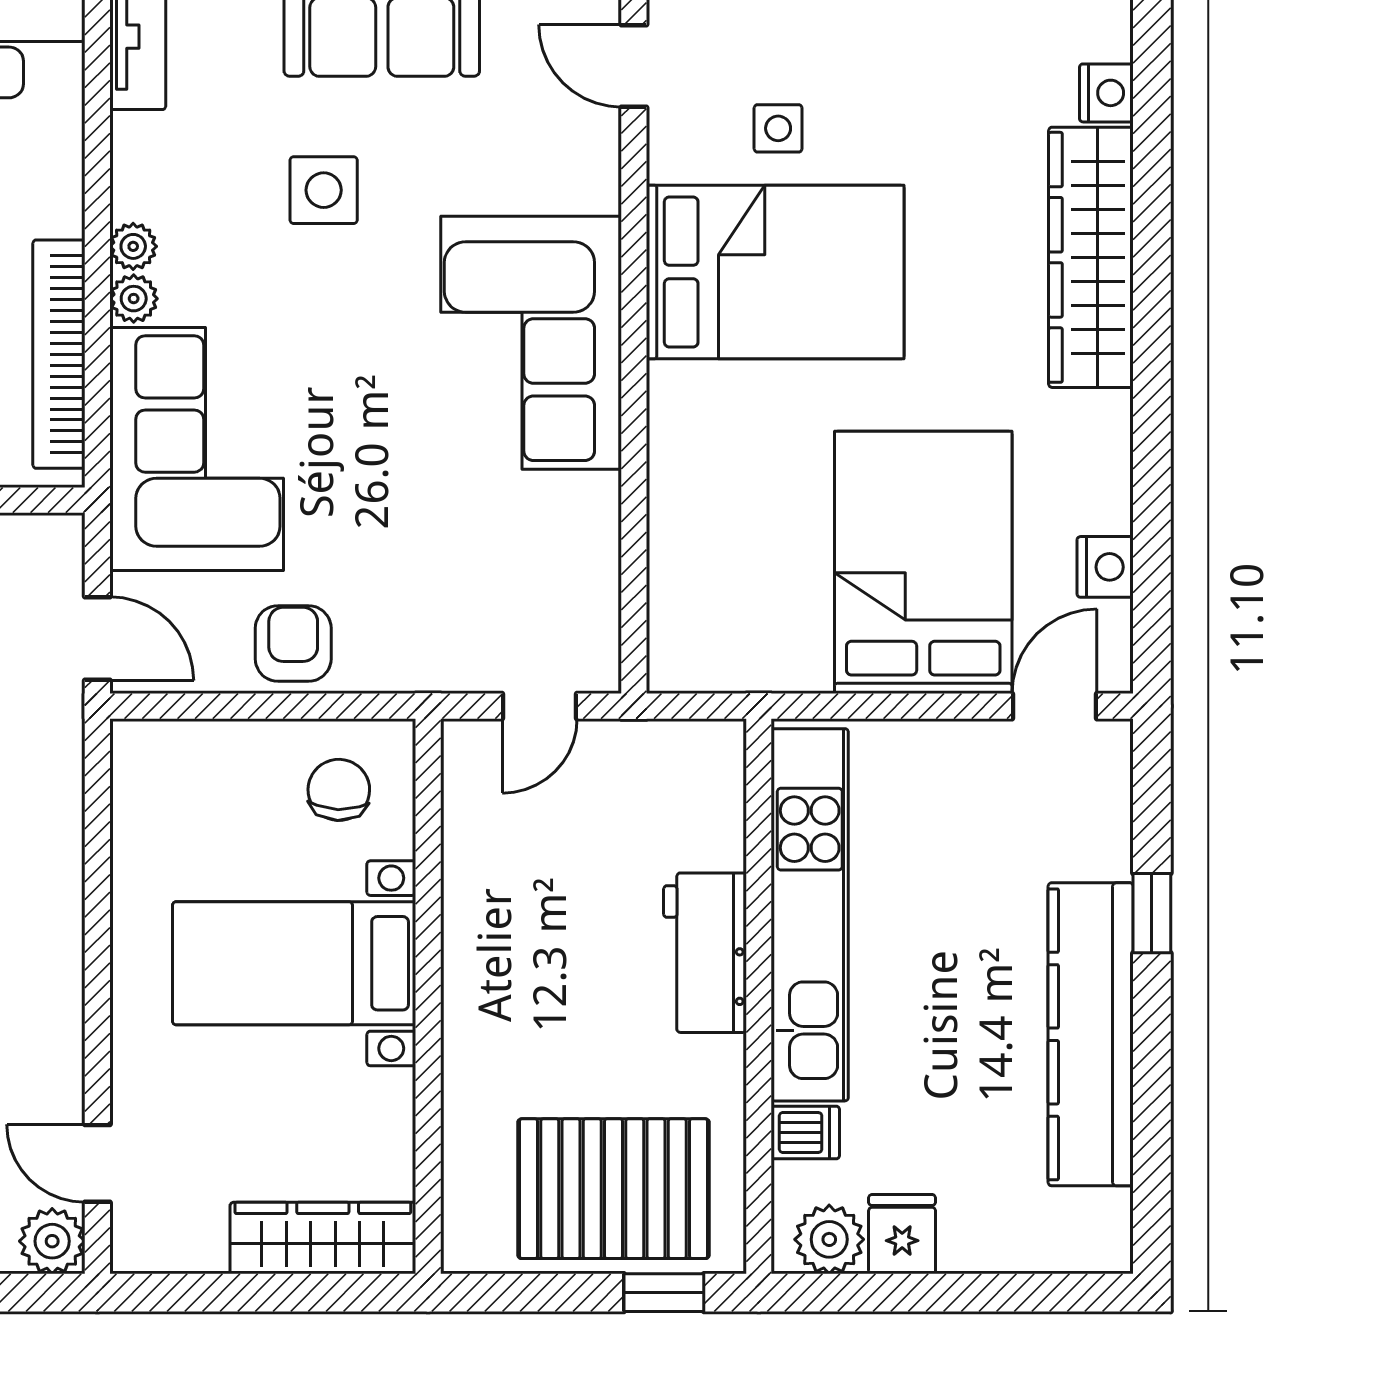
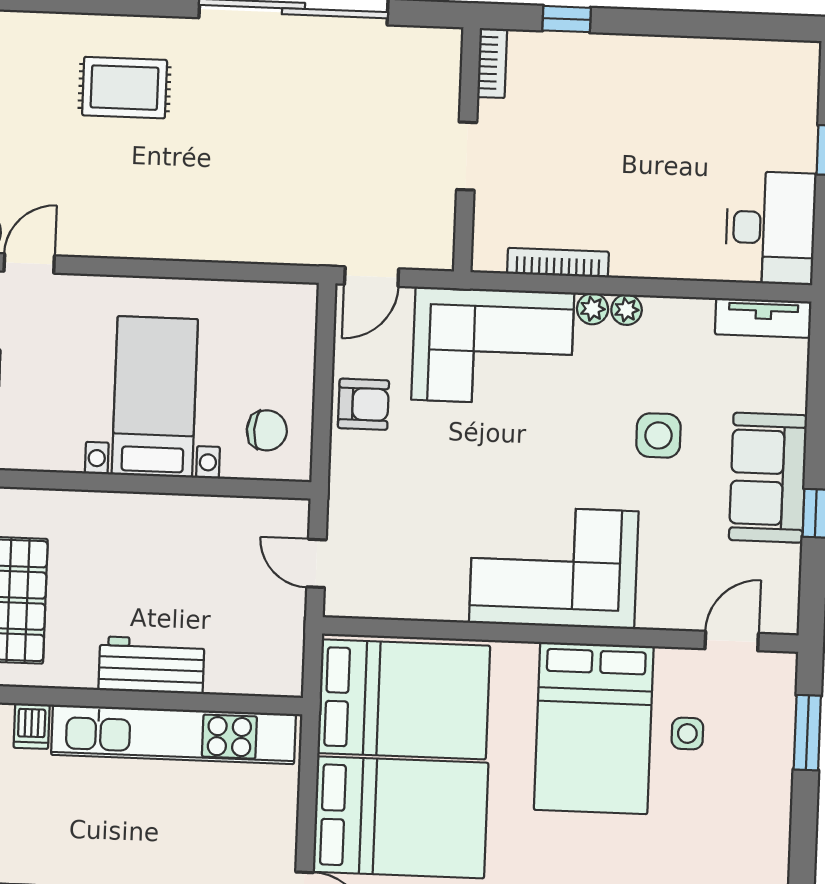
bookcase: (59, 354) -> (558, 263), width x0.68, depth x0.76
bed: (742, 564) -> (404, 699), added

